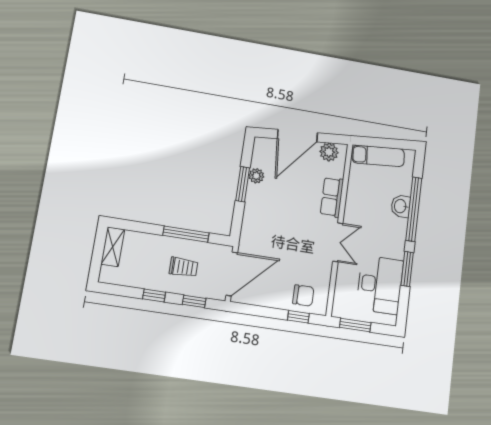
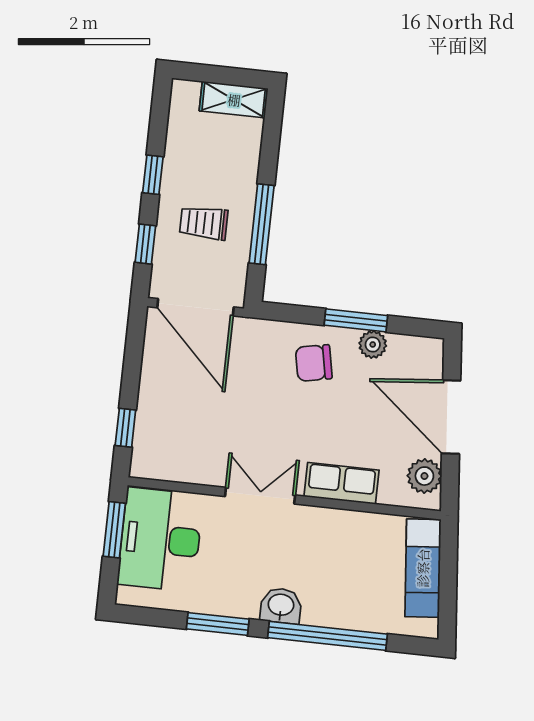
washbasin: (401, 206) -> (281, 606), moved
double door: (338, 242) -> (260, 496), swing flipped
trolley: (184, 267) -> (204, 223), turned 90
desk: (380, 285) -> (160, 540), moved, turned 90
chair: (303, 295) -> (314, 363), moved, turned 79

